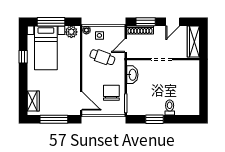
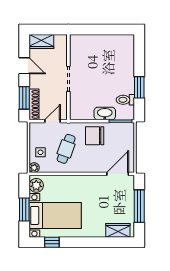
window: (51, 22) -> (24, 209), width x0.69
wardrobe: (193, 41) -> (41, 41), width x0.67
door: (126, 46) -> (53, 121), swing flipped
window: (23, 57) -> (52, 242), moved
washbasin: (132, 75) -> (105, 114), moved
chair: (111, 93) -> (95, 136), moved
toilet: (170, 107) -> (125, 100), moved

